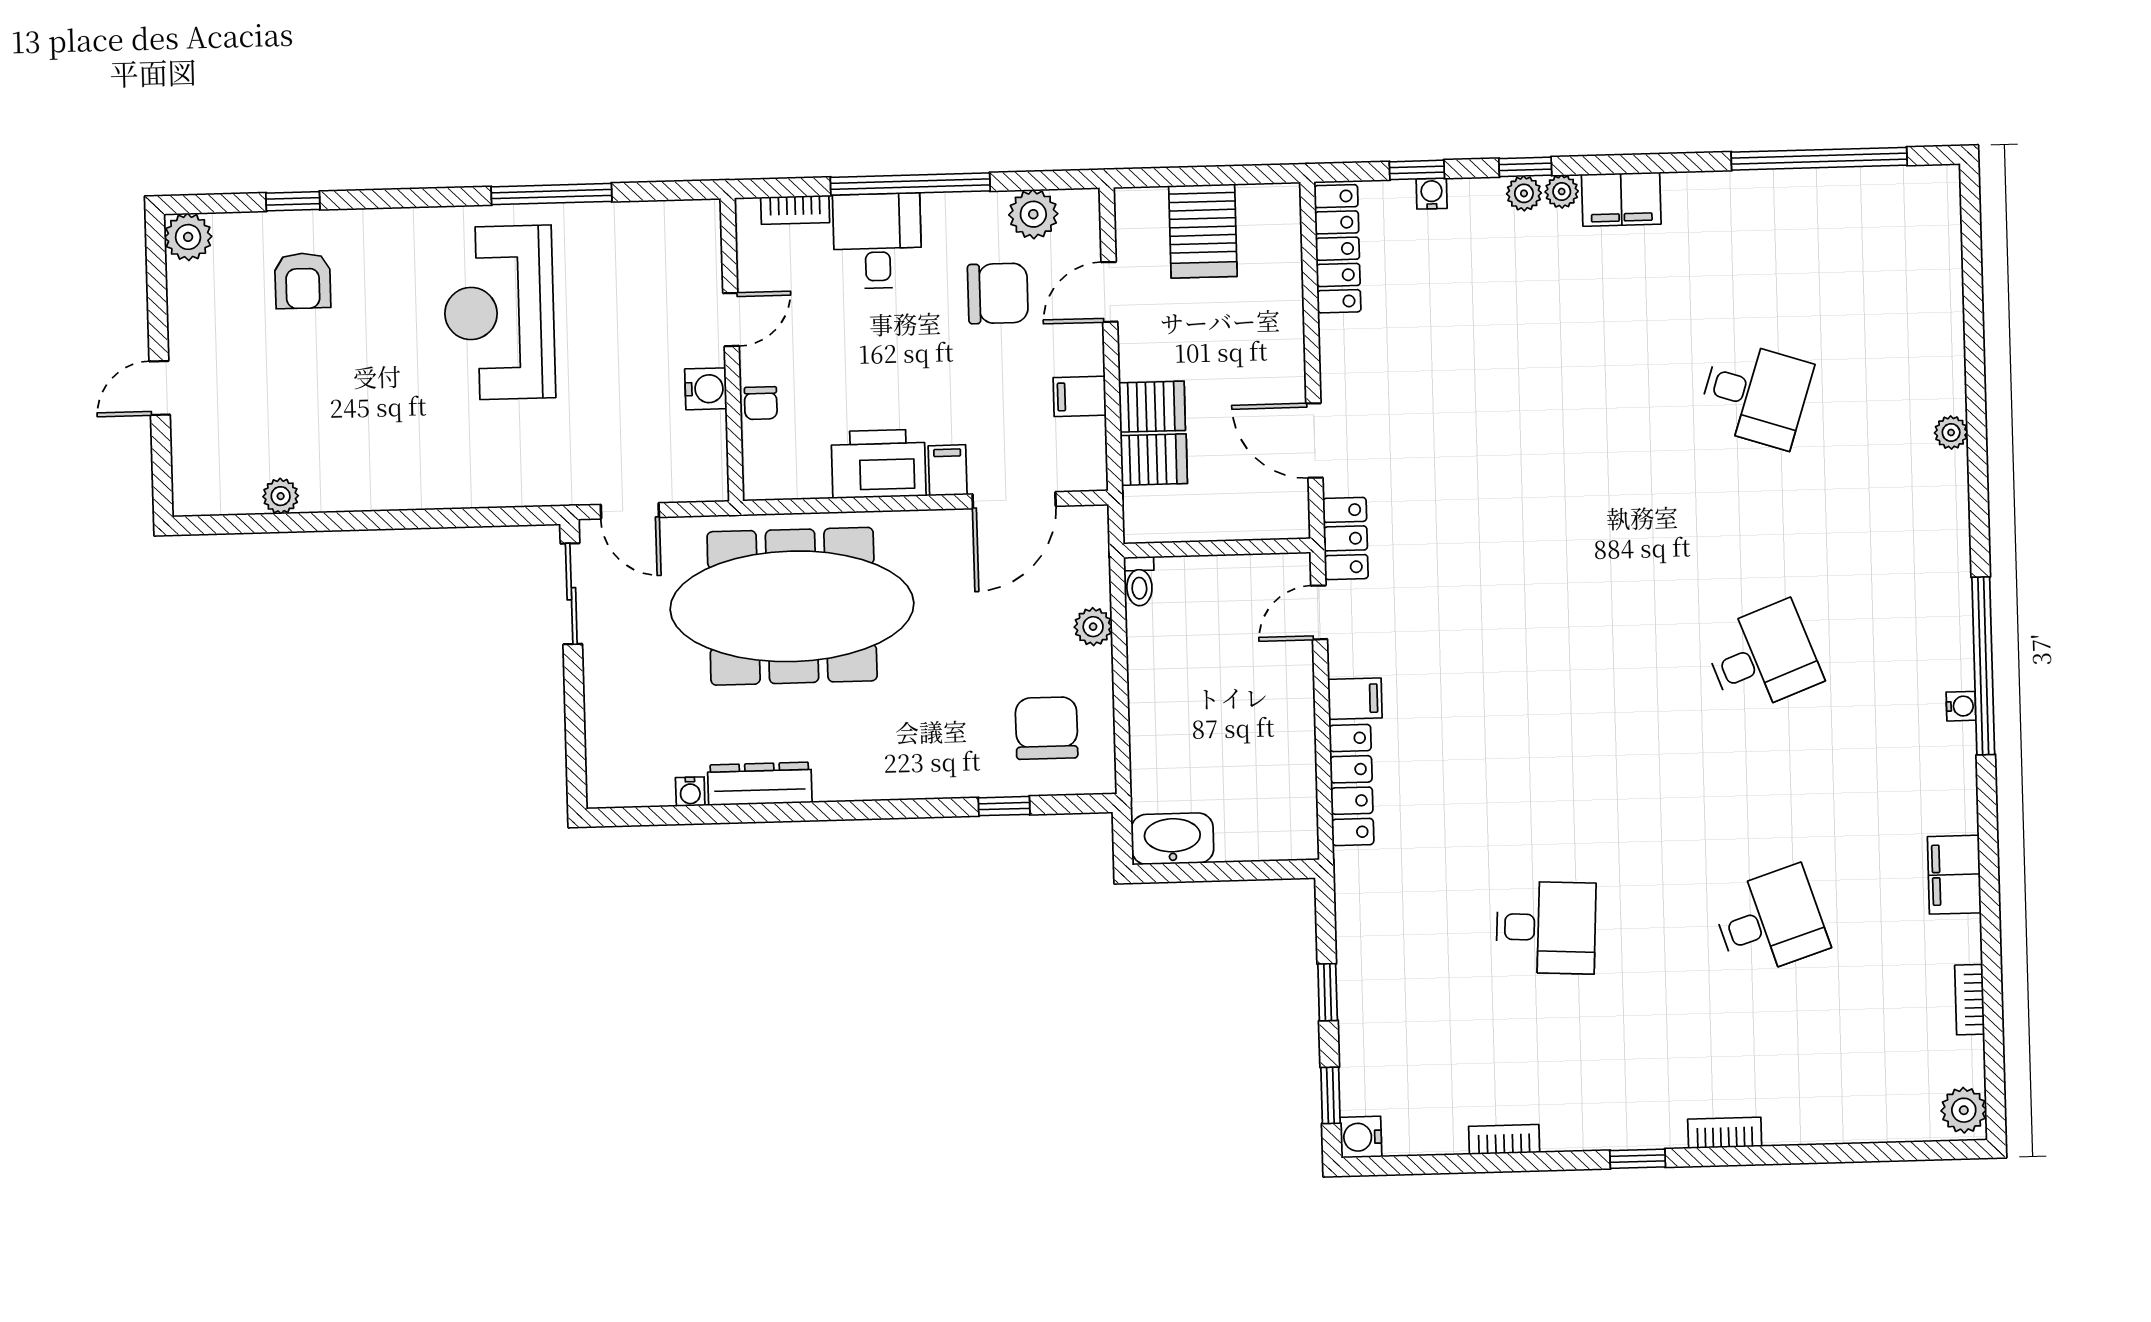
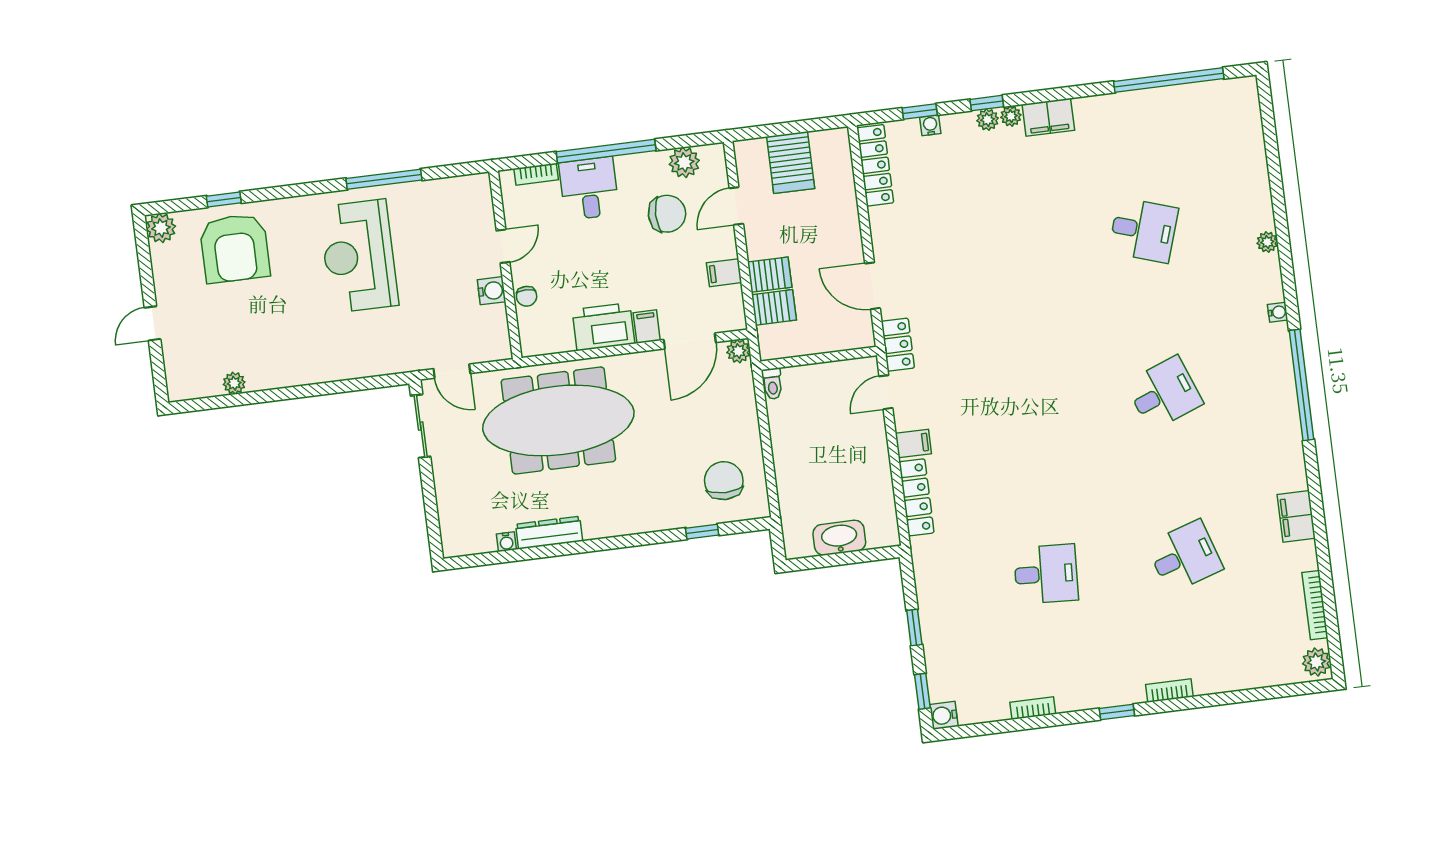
armchair: (303, 281) -> (235, 248), width x1.88, depth x1.88
plant: (1093, 627) -> (738, 351), moved
water cooler: (1961, 706) -> (1278, 312), moved
washbasin: (1172, 839) -> (839, 538), moved
bookcase: (1970, 1000) -> (1315, 605), width x1.56

